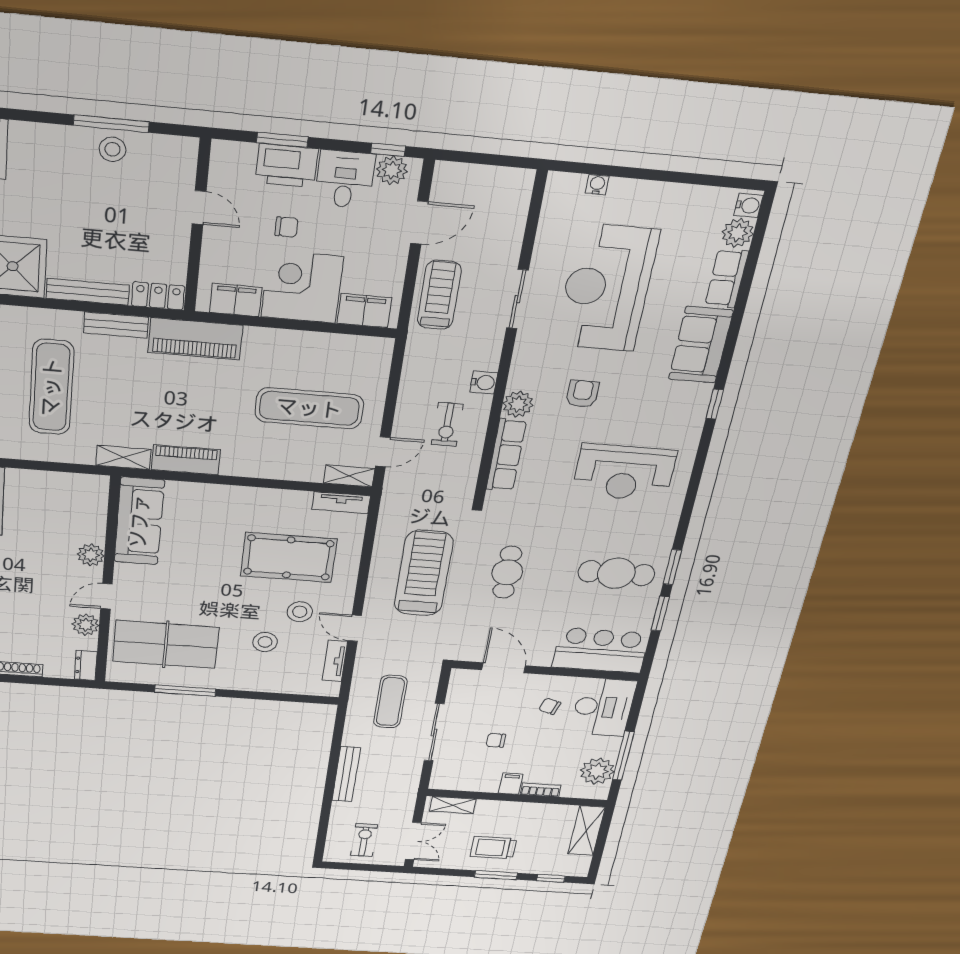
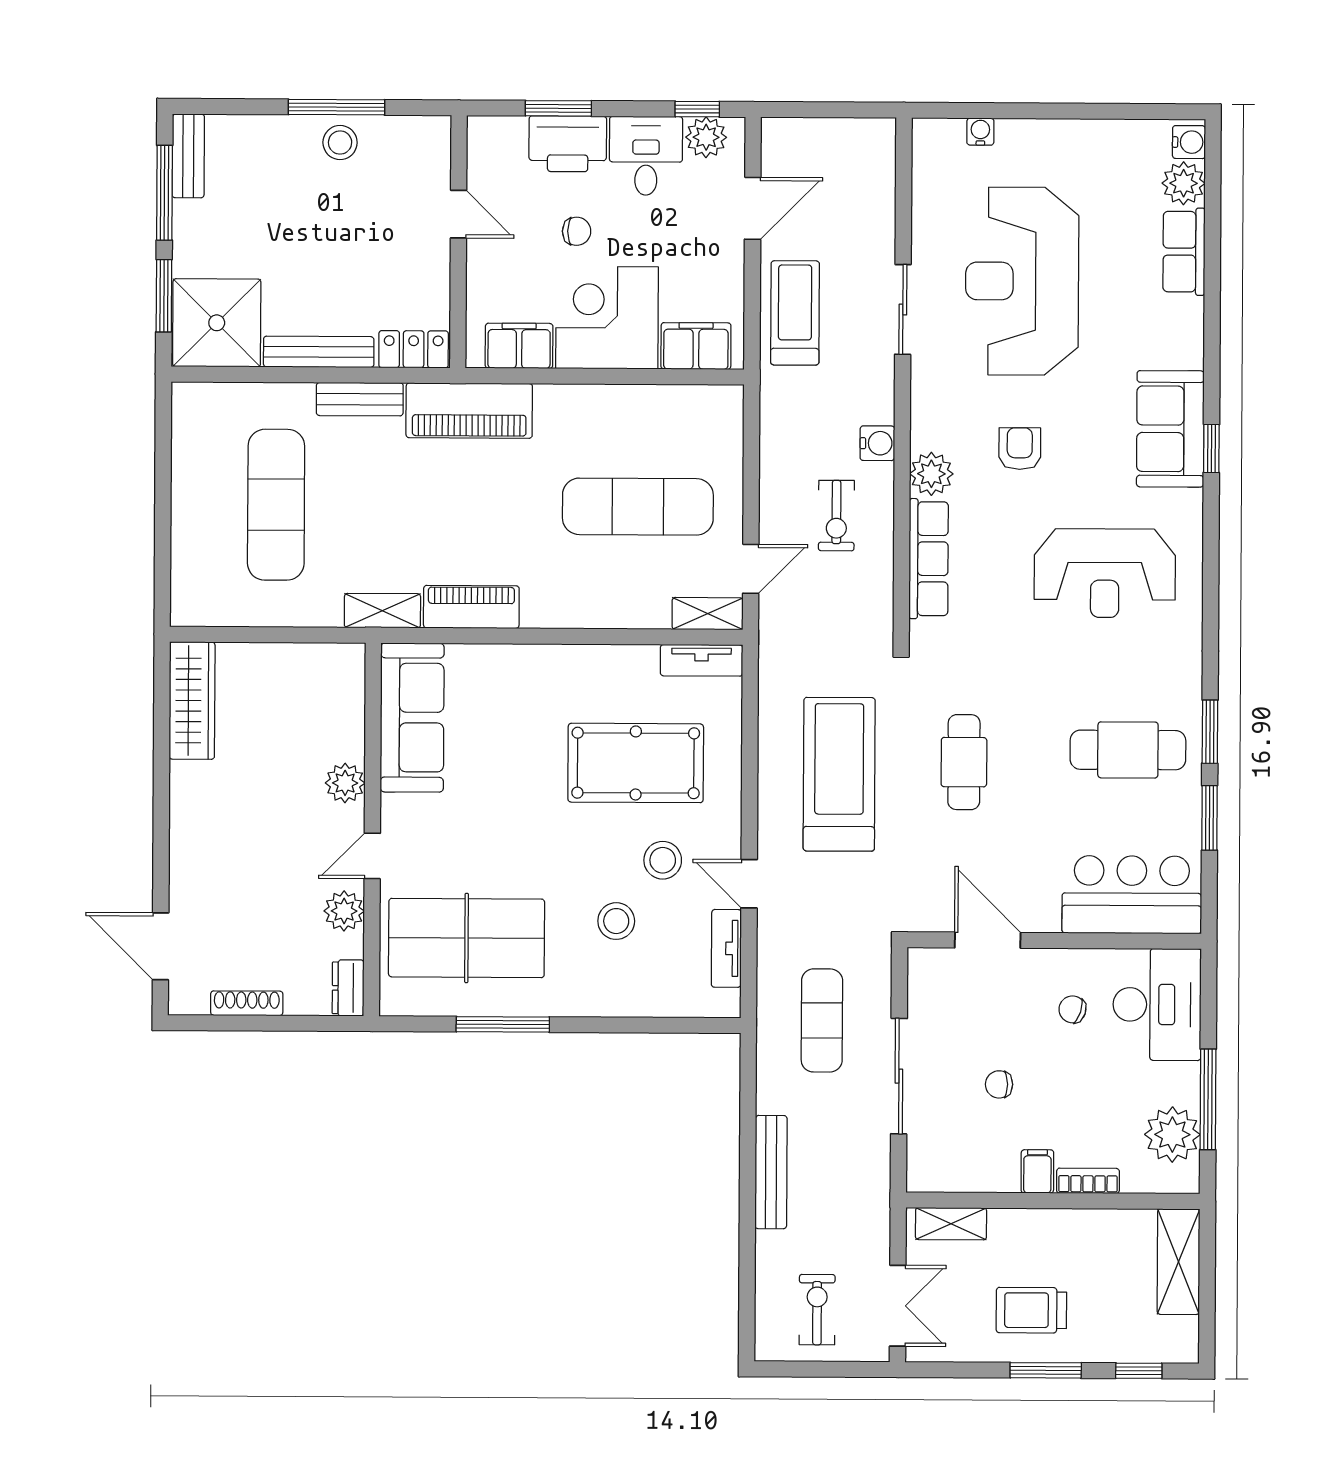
sofa: (701, 345) -> (1170, 429), moved

